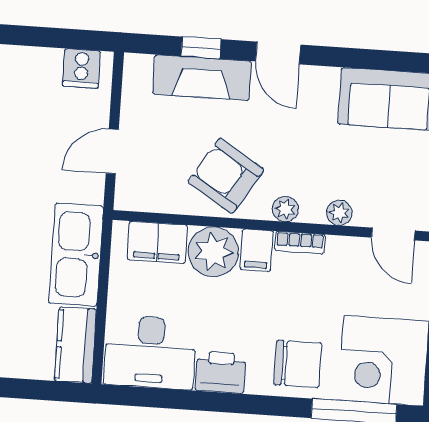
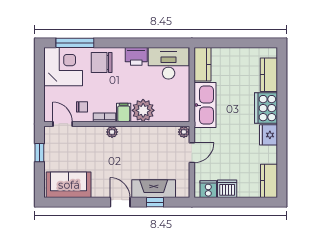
dishwasher: (40, 66) -> (227, 189), added
armchair: (226, 176) -> (140, 145), removed
plant: (339, 213) -> (184, 132), moved
filing cabinet: (157, 242) -> (169, 113), removed
chair: (348, 269) -> (82, 107), added

